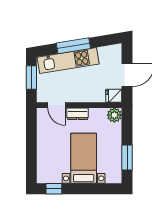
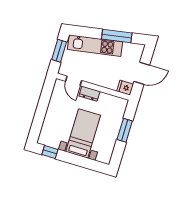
window: (73, 46) -> (117, 36), moved
plant: (114, 115) -> (121, 104), removed
window: (127, 157) -> (125, 130), moved

